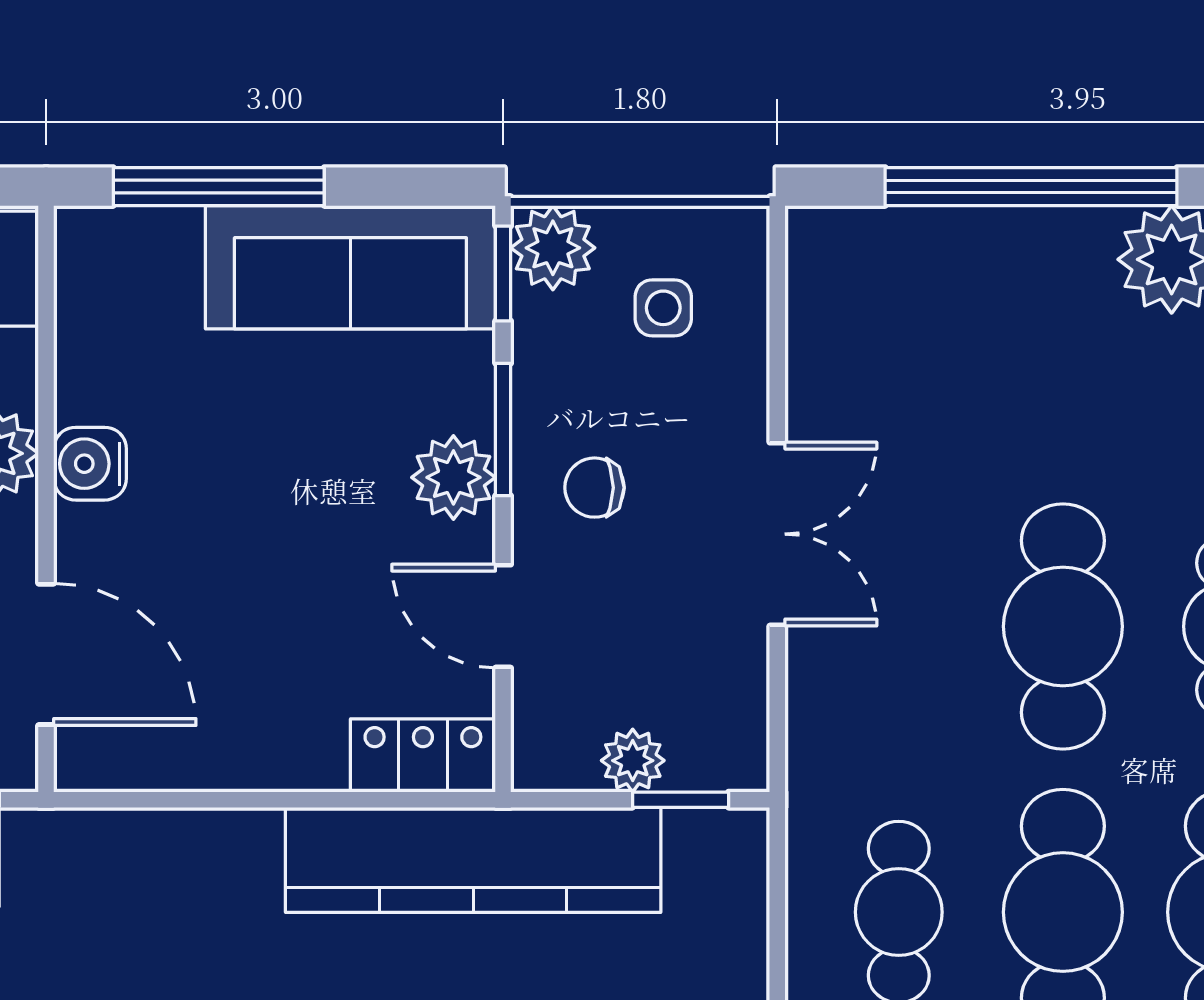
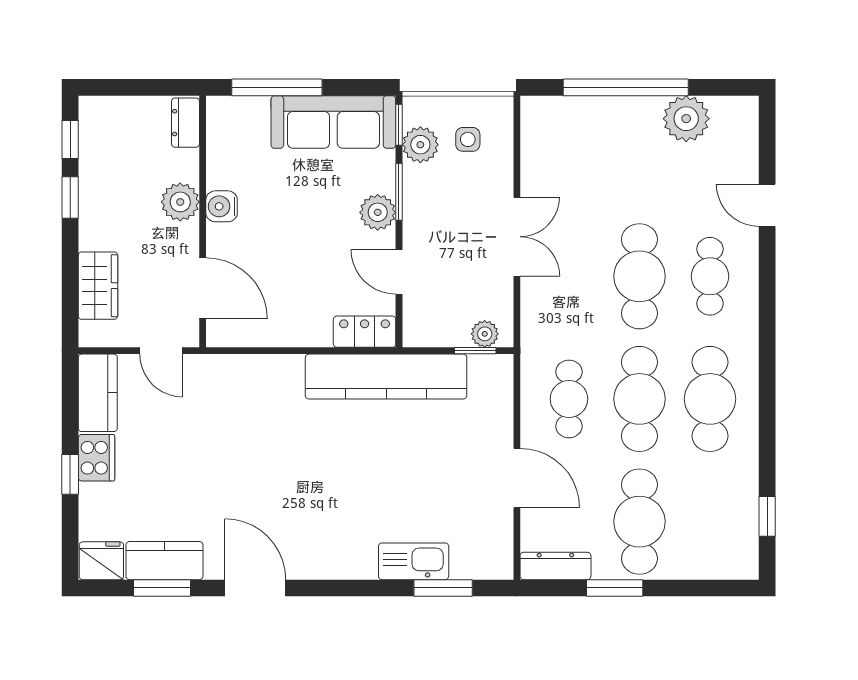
plant: (553, 248) -> (420, 145), moved
chair: (594, 488) -> (438, 217), removed
plant: (633, 761) -> (485, 334), moved

